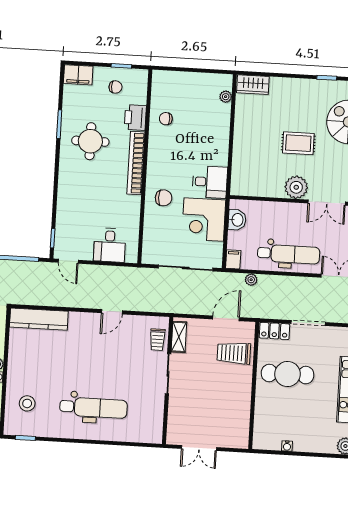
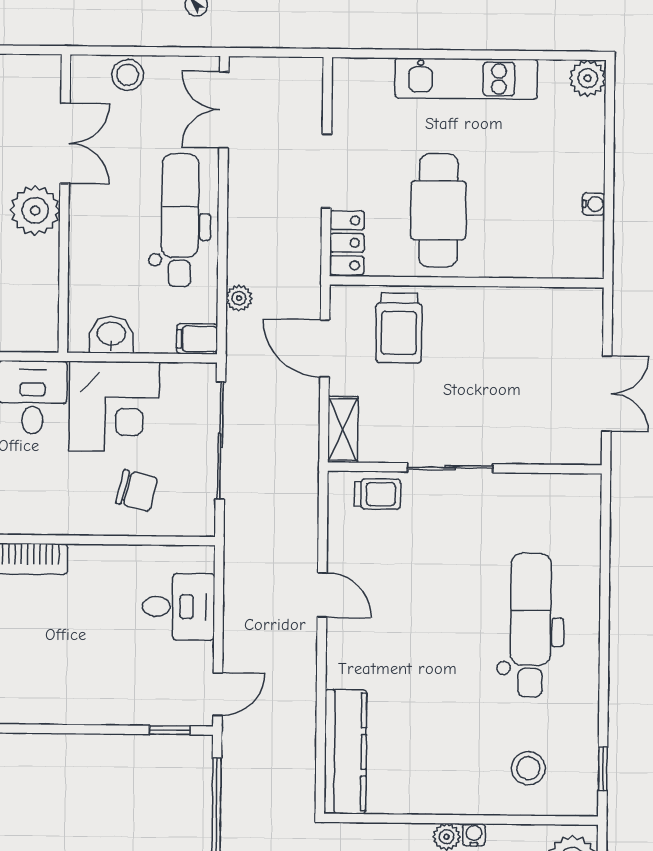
chair: (164, 198) -> (137, 491), moved, turned 104
shelving: (179, 337) -> (343, 429), moved, turned 90

